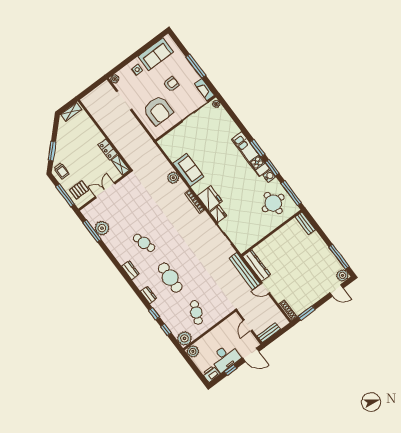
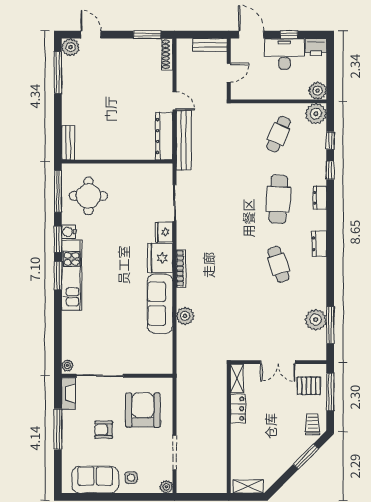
sofa: (188, 170) -> (160, 304), width x1.36

